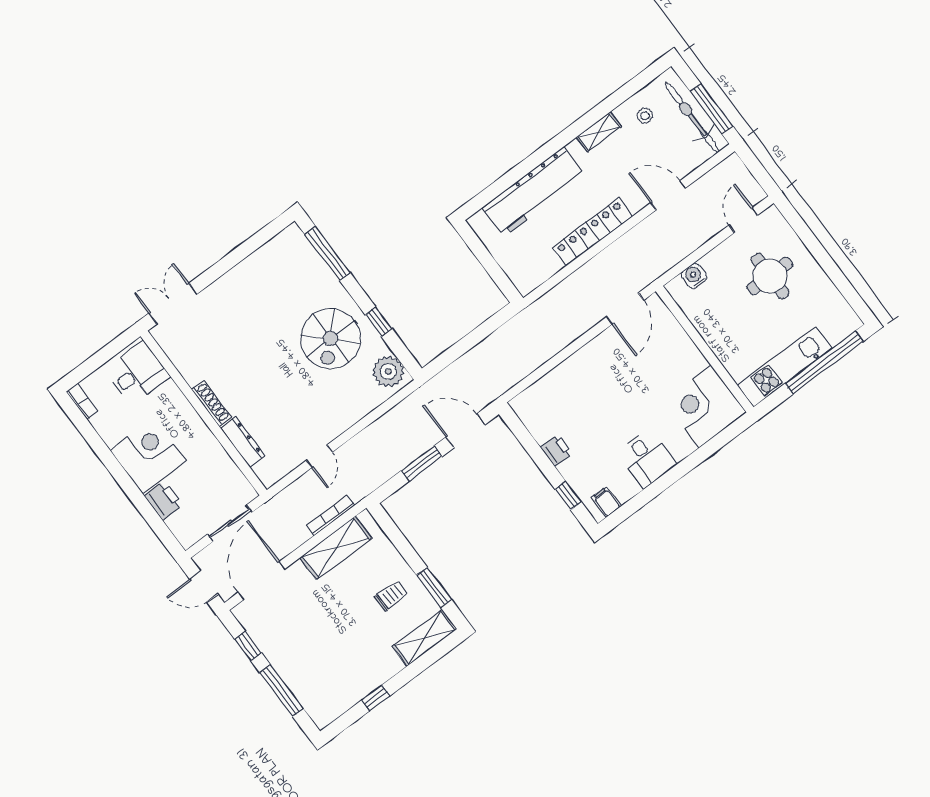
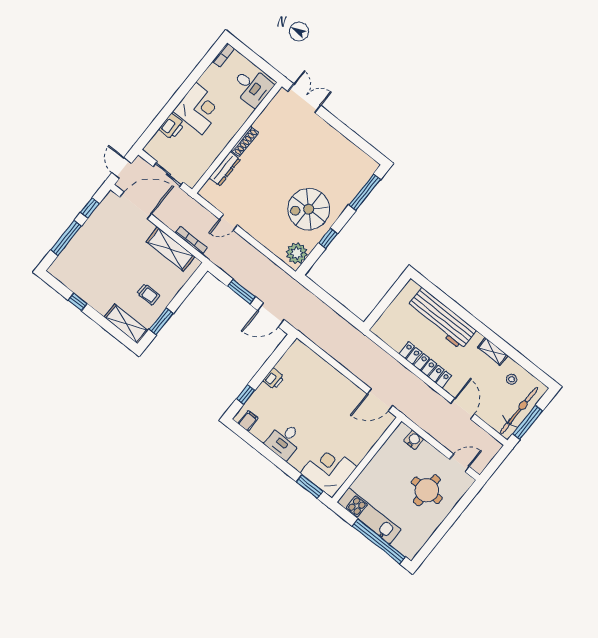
door: (466, 431) -> (271, 315), swing flipped
window: (721, 439) -> (310, 487), added

